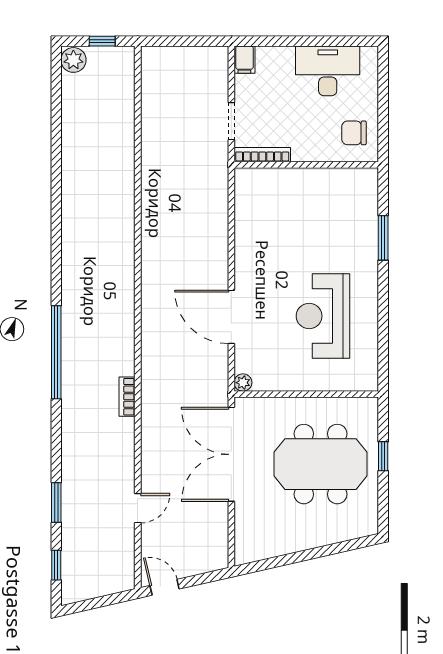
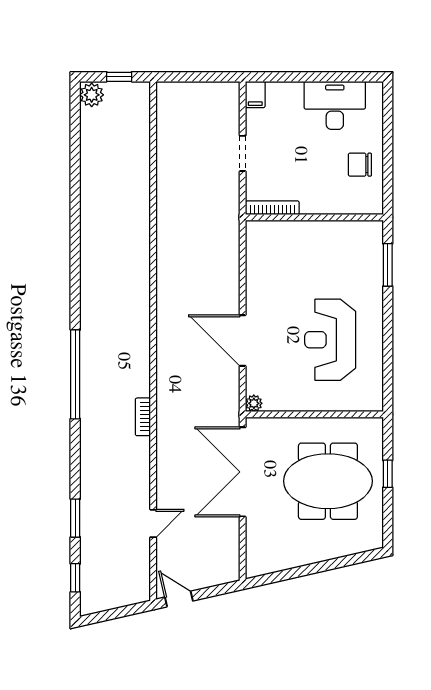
bookcase: (262, 155) -> (272, 208), moved
wall: (306, 165) -> (314, 217), moved

